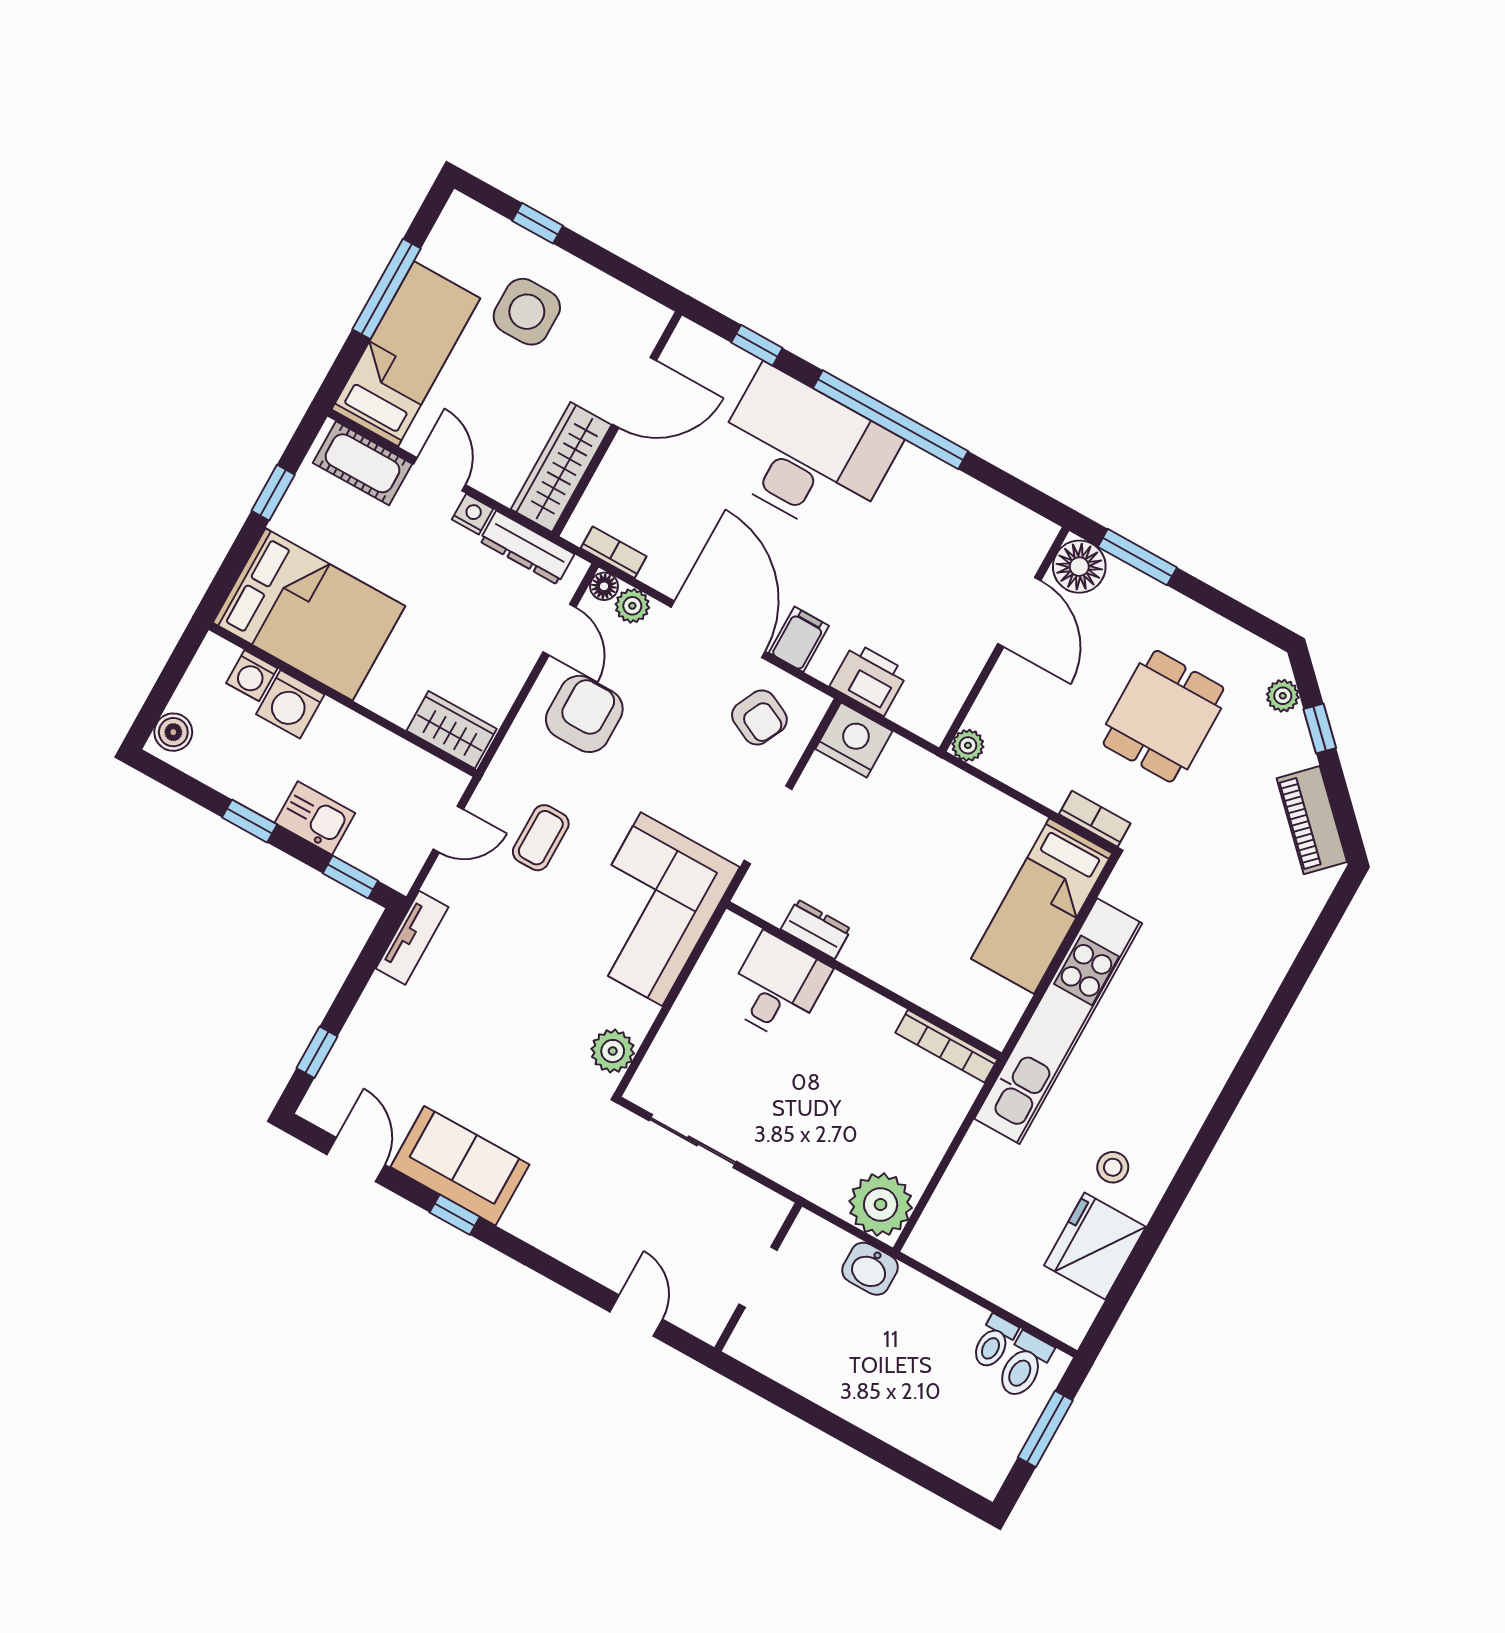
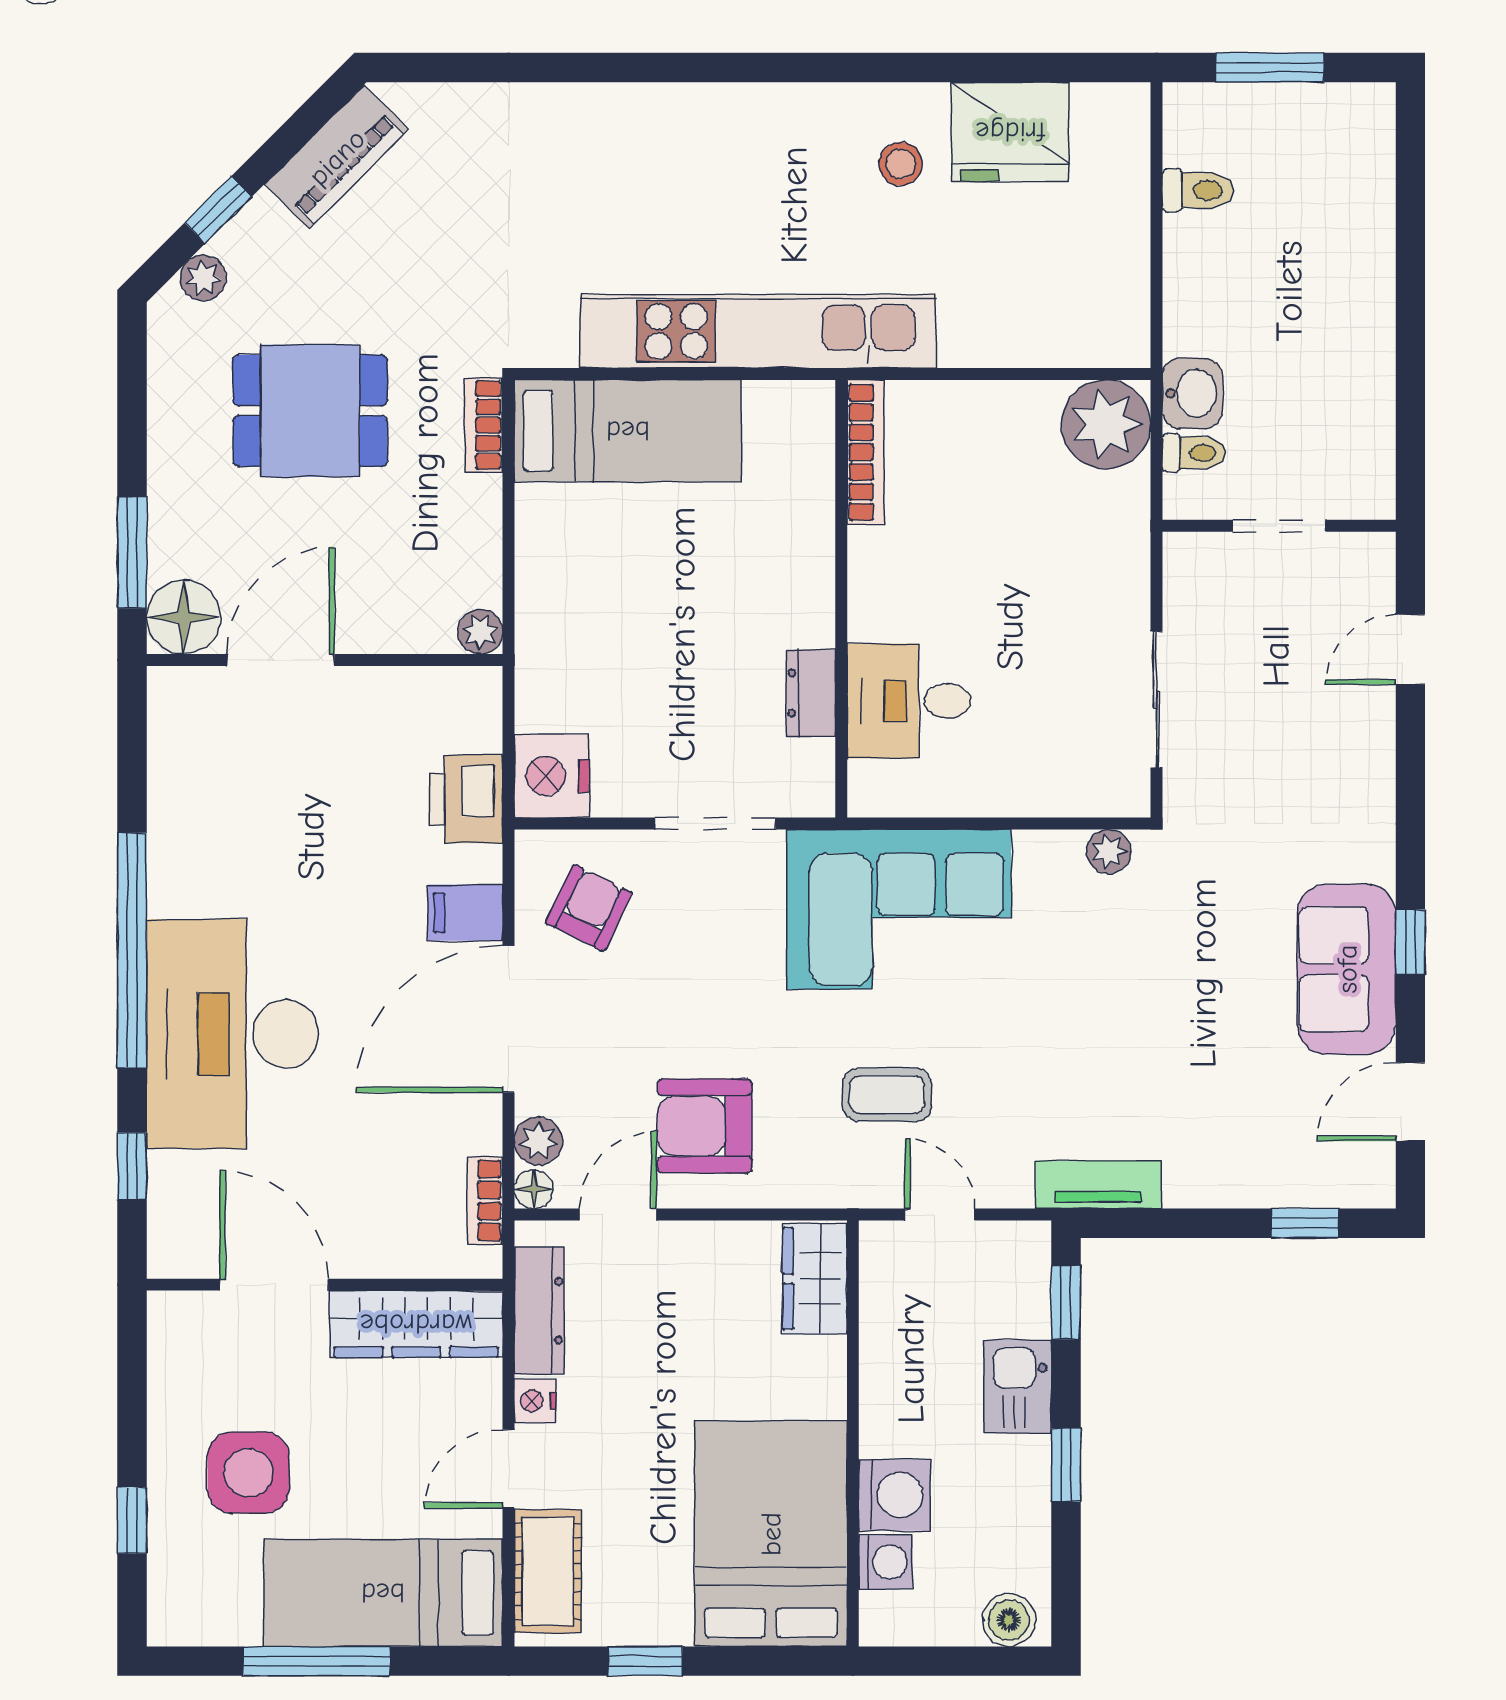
plant: (613, 1051) -> (1109, 851), width x0.73, depth x0.73
toilet: (1024, 1366) -> (1194, 453), moved, width x0.73, depth x0.72

